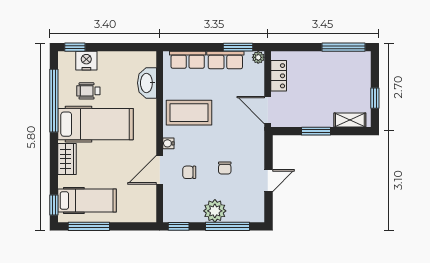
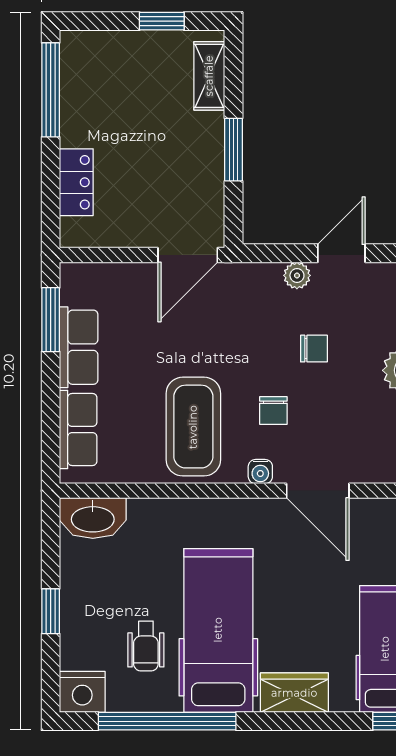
window: (75, 47) -> (51, 611), moved
plant: (258, 57) -> (297, 275), moved
nightstand: (86, 61) -> (82, 692), moved, turned -90
locker: (279, 76) -> (76, 182), moved, turned 90
washbasin: (147, 83) -> (93, 518), moved
chair: (189, 172) -> (273, 410), moved
door: (268, 181) -> (341, 253), hinge flipped

